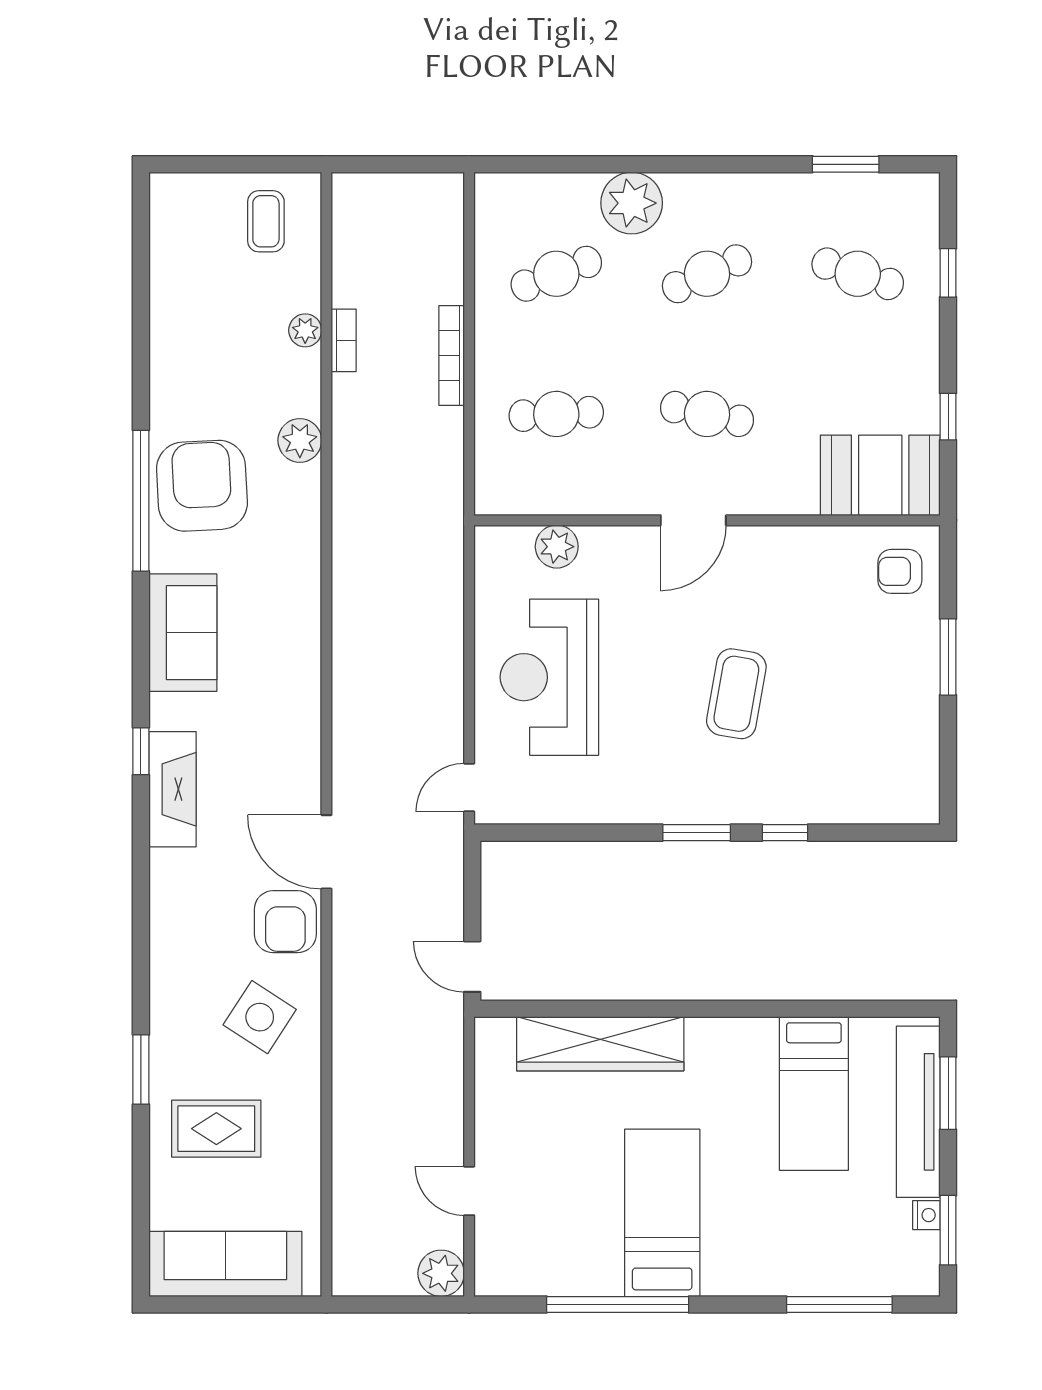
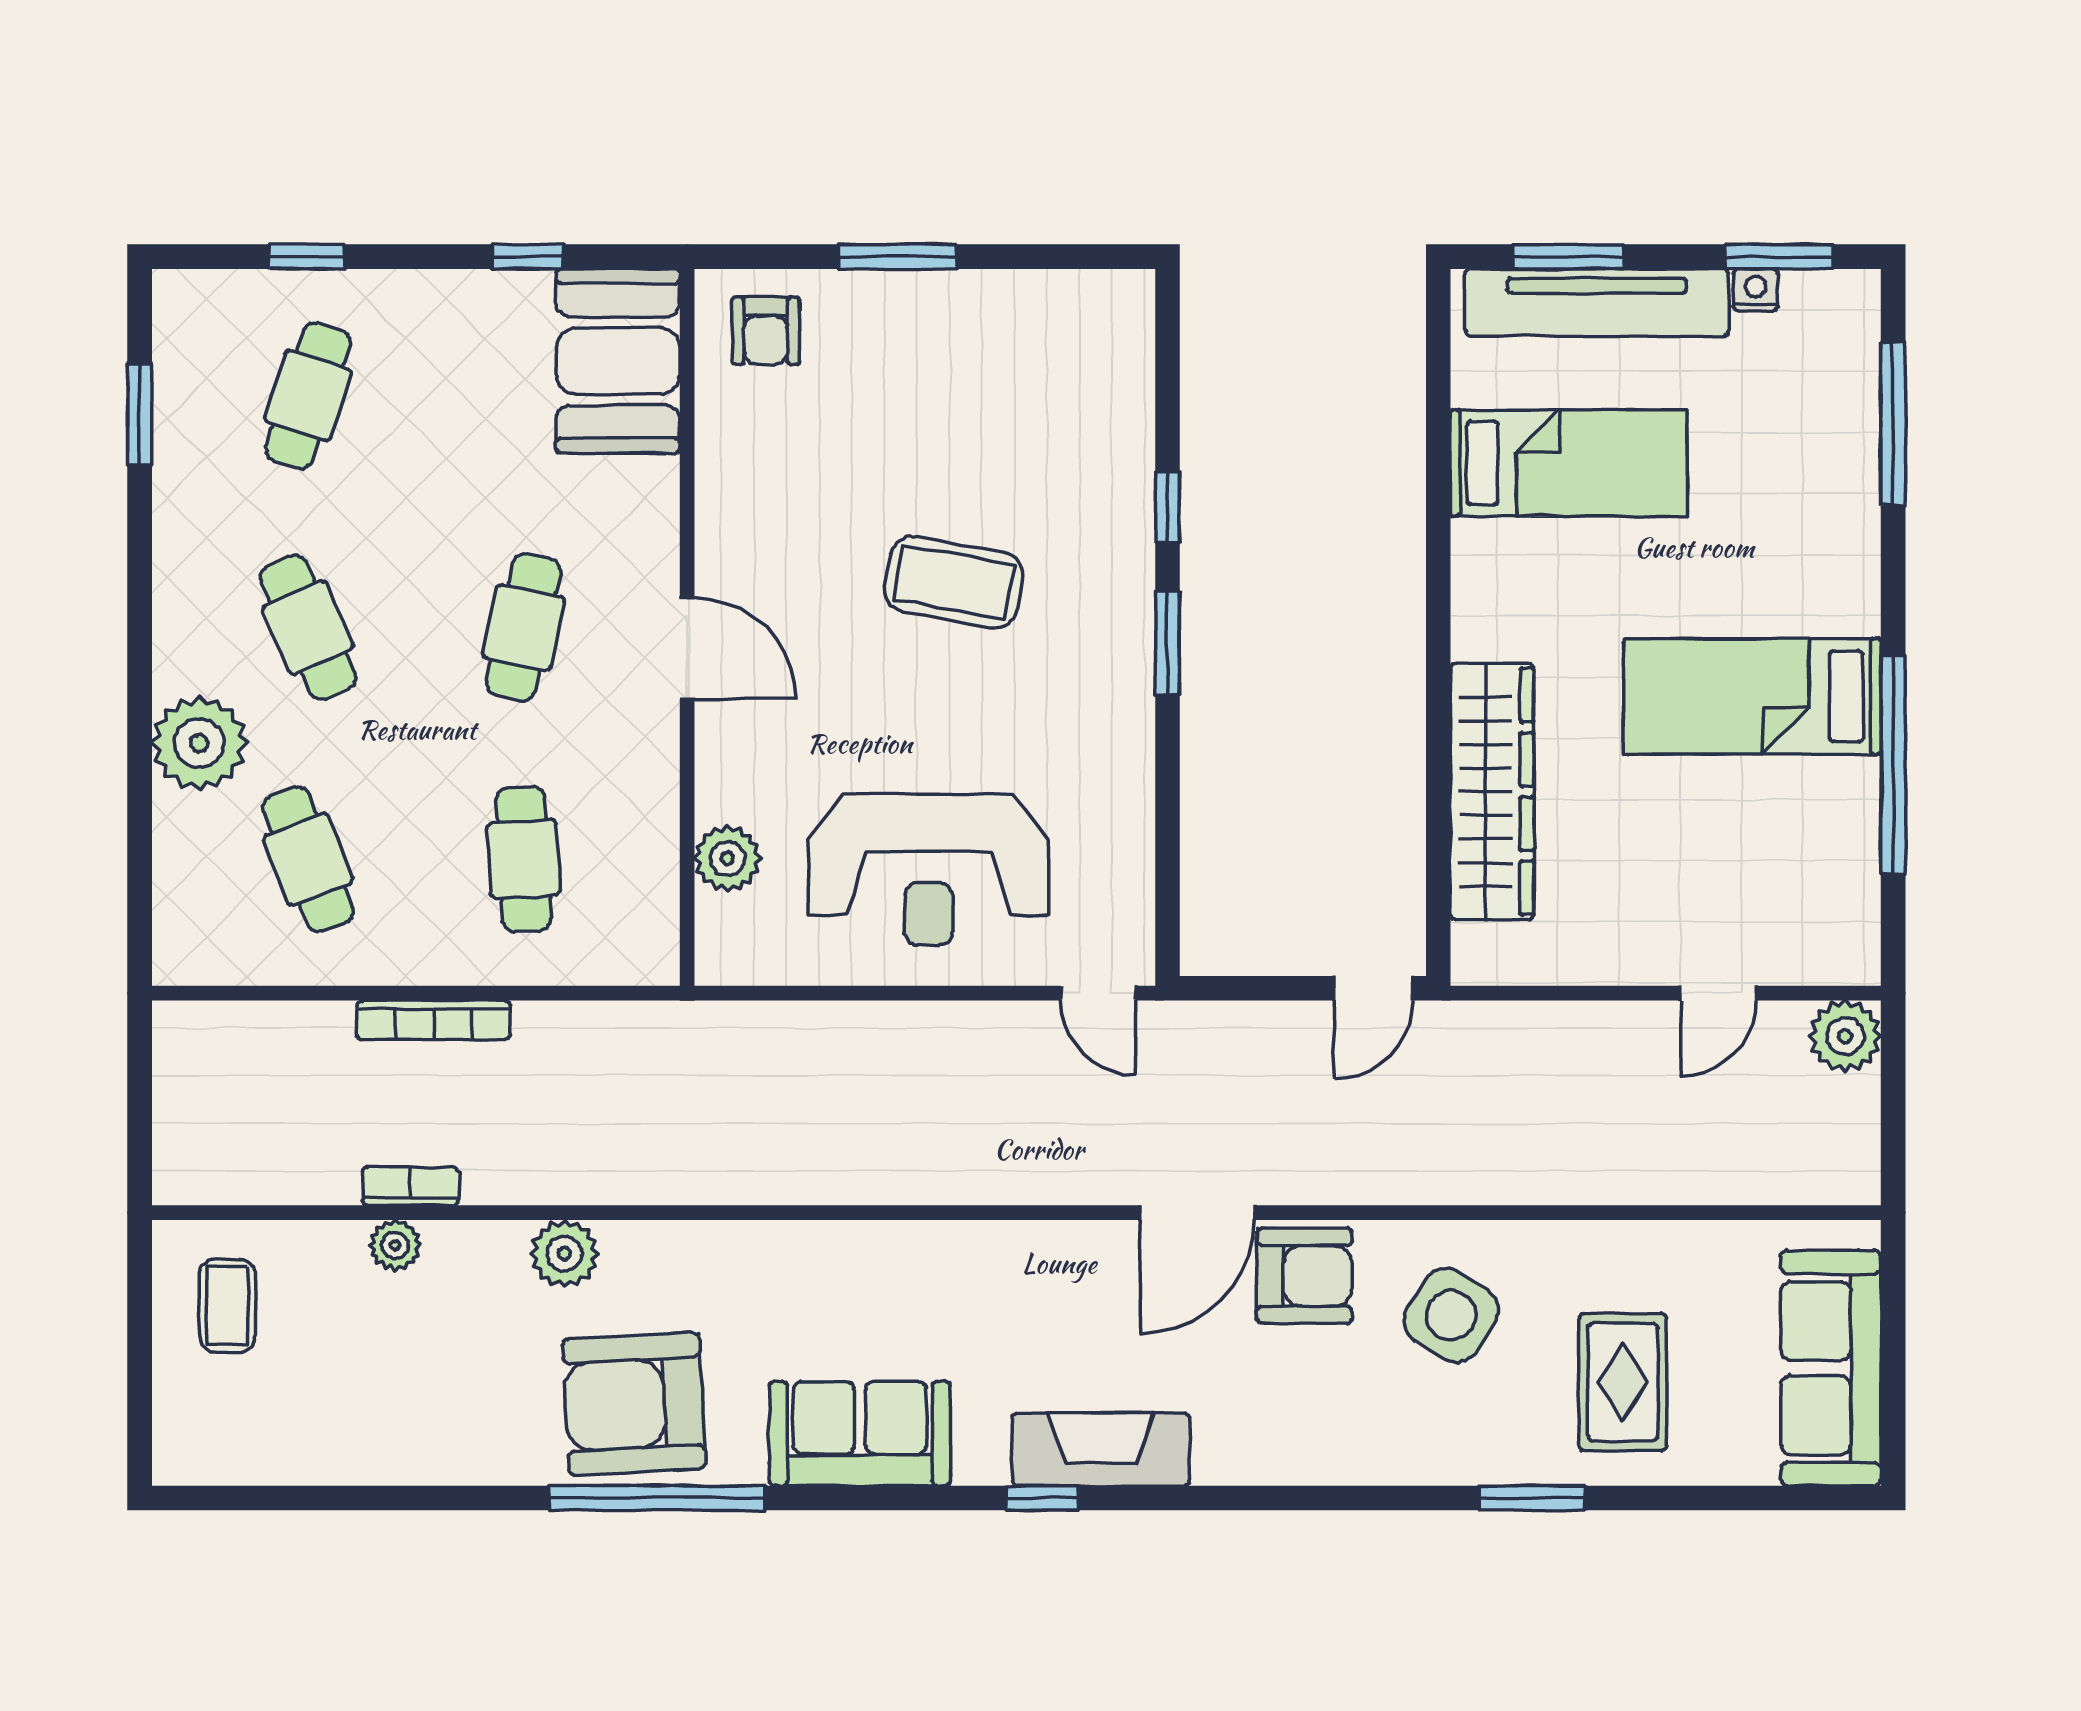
coffee table: (266, 221) -> (227, 1306), turned 90

